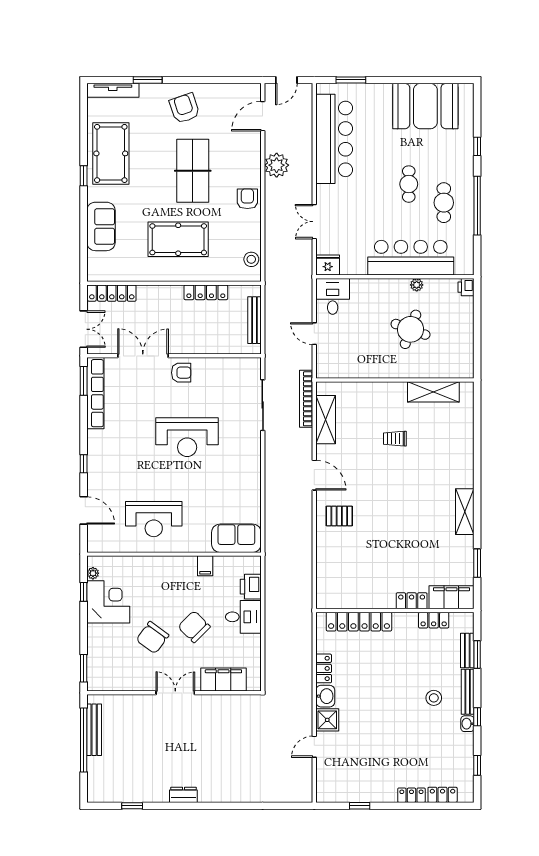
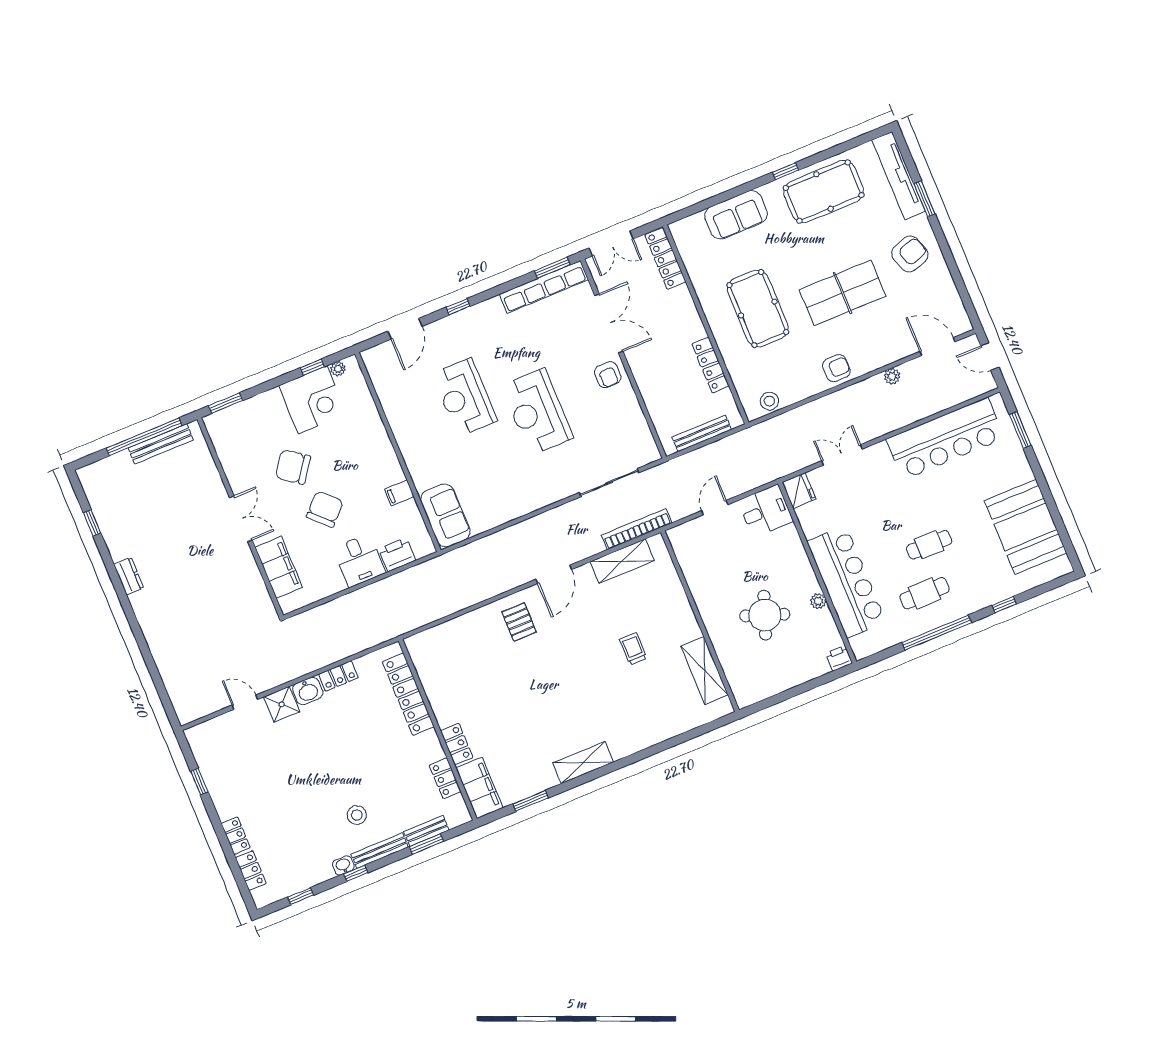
tv unit: (113, 90) -> (899, 176), width x1.36, depth x1.29
plant: (277, 165) -> (892, 376), width x0.53, depth x0.53
reception desk: (154, 519) -> (465, 397), moved

